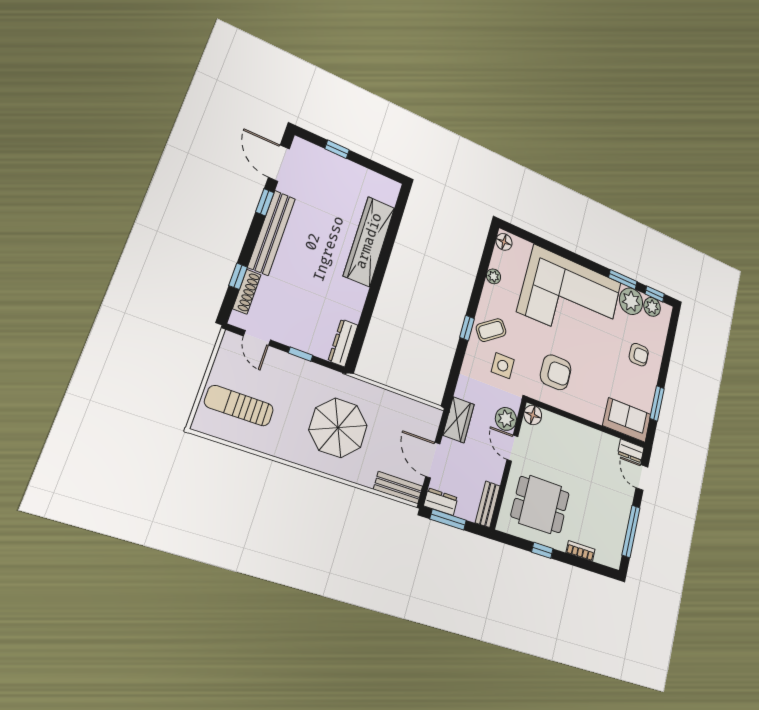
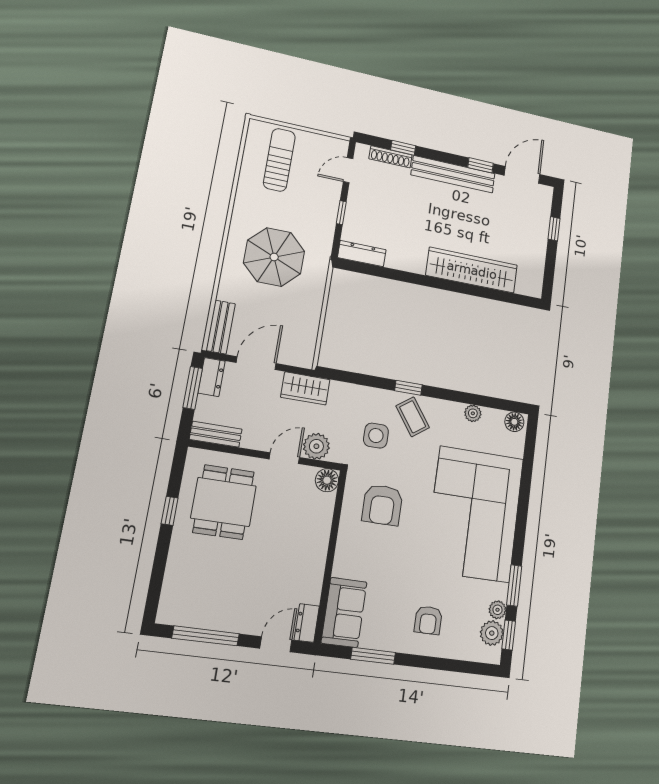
plant: (631, 301) -> (497, 610), width x0.53, depth x0.53
bookcase: (580, 551) -> (174, 564), removed

